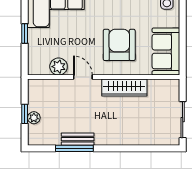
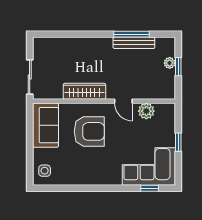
armchair: (119, 45) -> (89, 131), turned -90
sliding door: (183, 120) -> (30, 77), moved
bench: (78, 139) -> (134, 43), width x1.36

